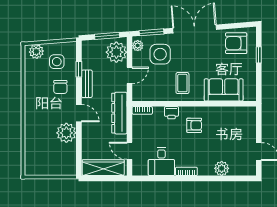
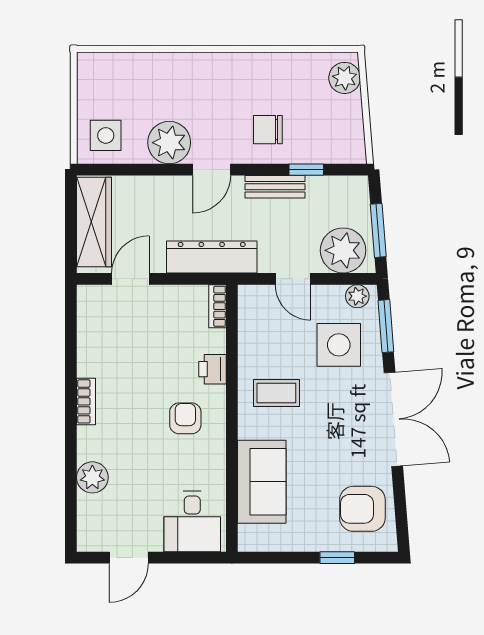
armchair: (236, 43) -> (362, 509), turned -90
side table: (57, 62) -> (106, 135), moved
armchair: (194, 125) -> (185, 418), turned 180
desk: (161, 162) -> (192, 521), moved, turned -90

